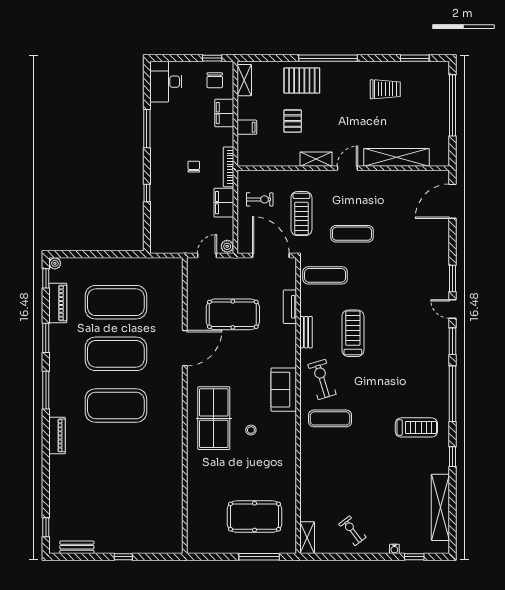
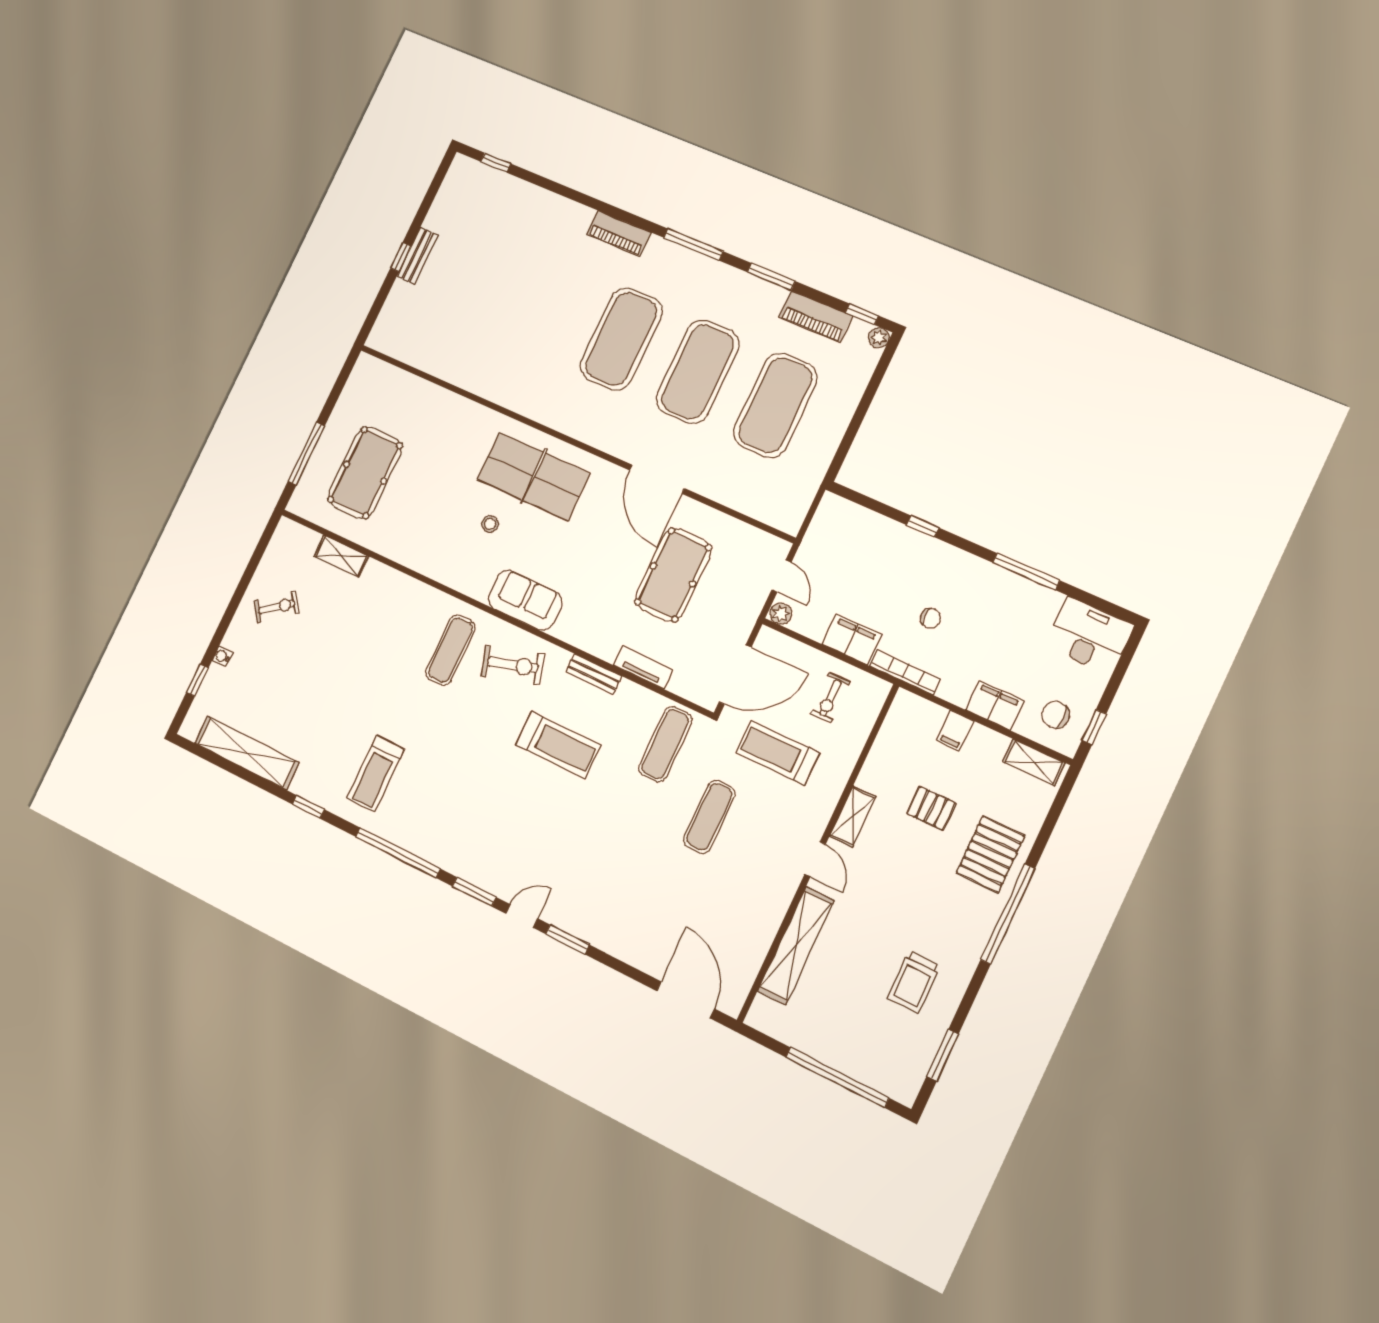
shelving: (307, 538) -> (341, 556), moved
bench: (77, 547) -> (417, 256), moved

